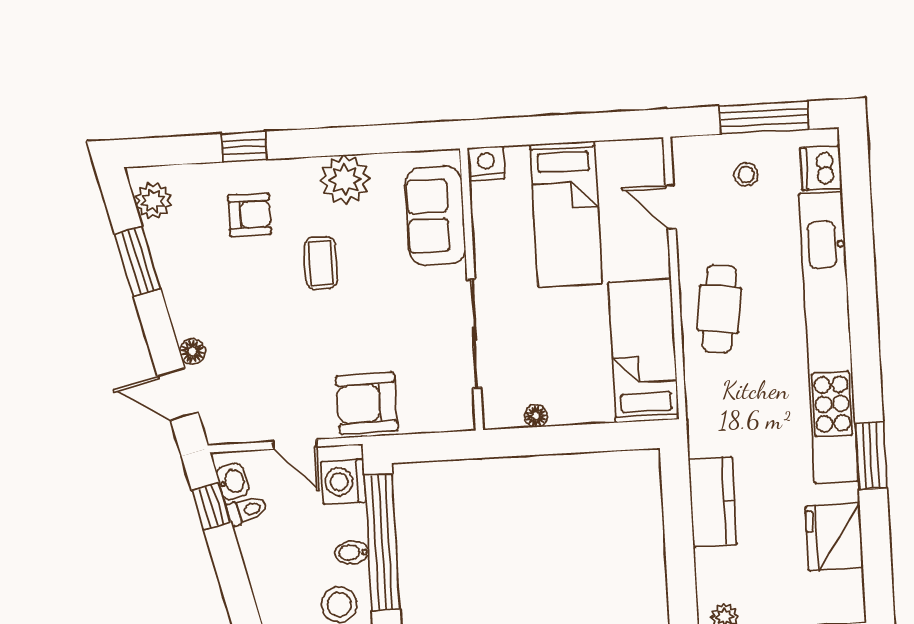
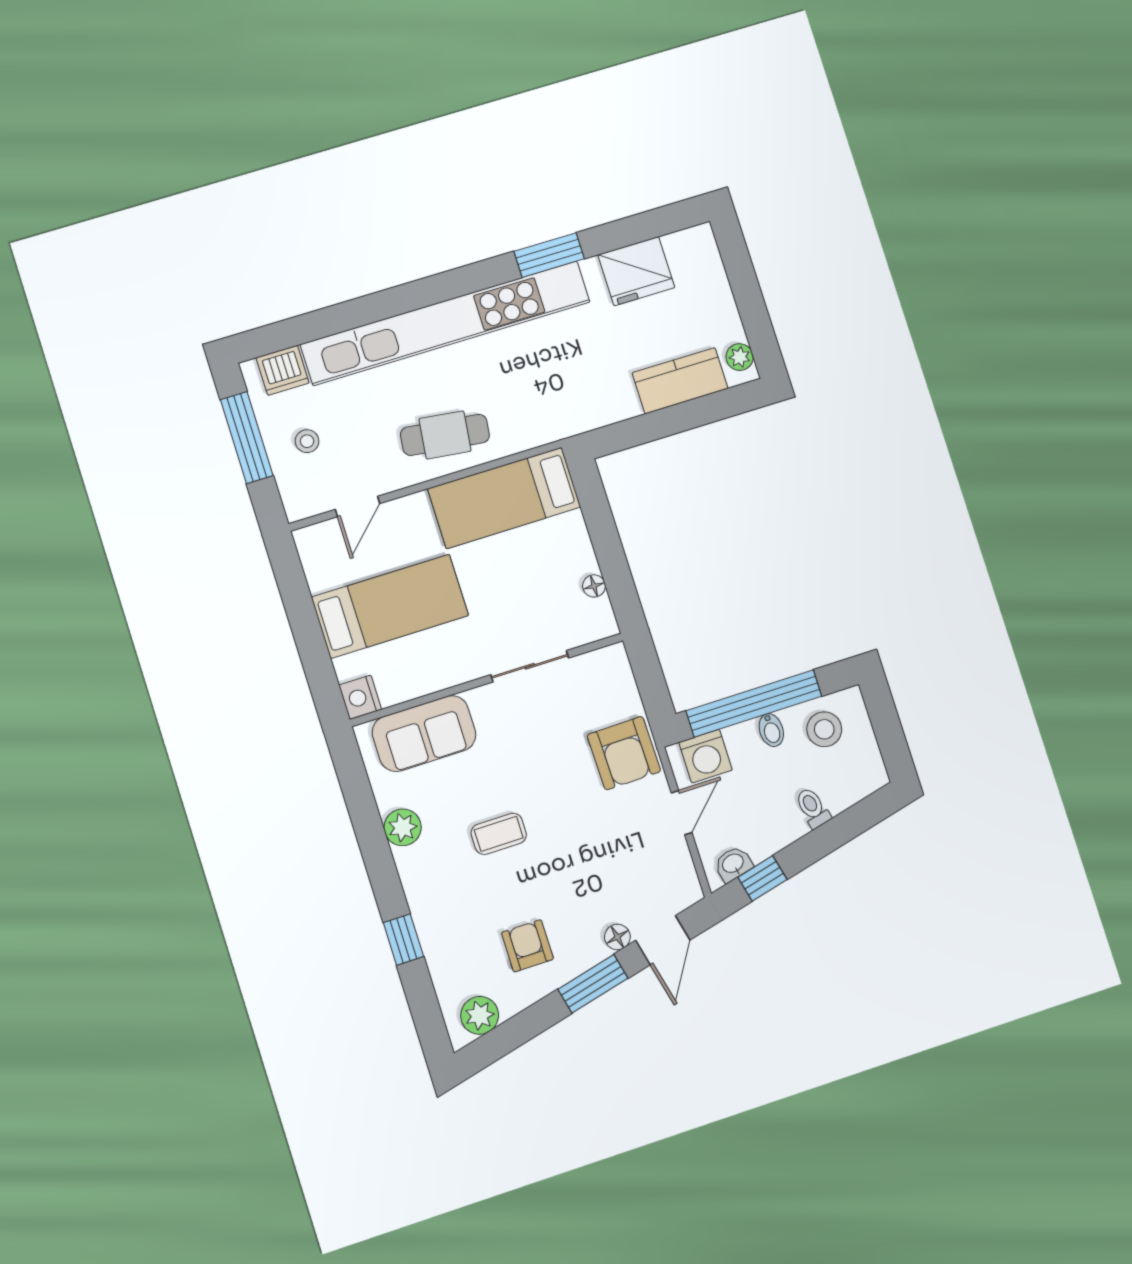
plant: (345, 180) -> (403, 827), width x0.73, depth x0.73
armchair: (250, 215) -> (527, 946), moved
window: (138, 261) -> (593, 984), moved
sliding door: (474, 334) -> (530, 666), width x0.73
kitchen counter: (713, 502) -> (680, 381), moved
toilet: (247, 510) -> (813, 808), moved

